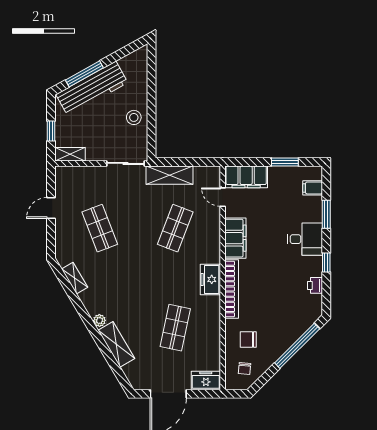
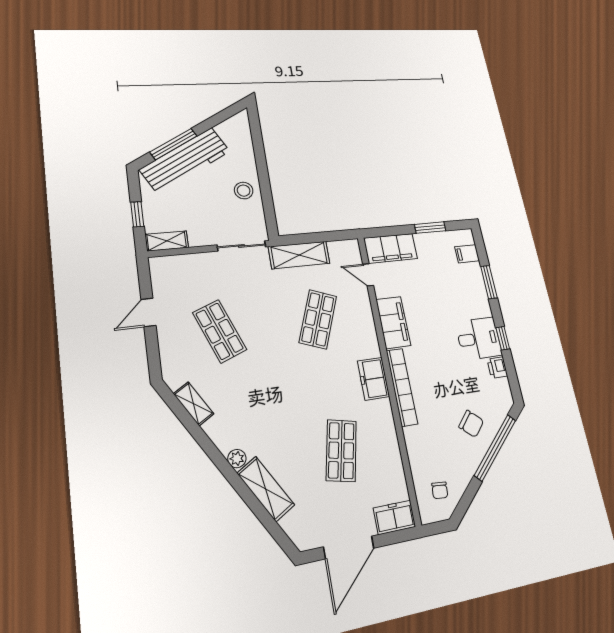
desk: (305, 239) -> (479, 338), moved
chair: (248, 339) -> (471, 424), moved, turned -139

